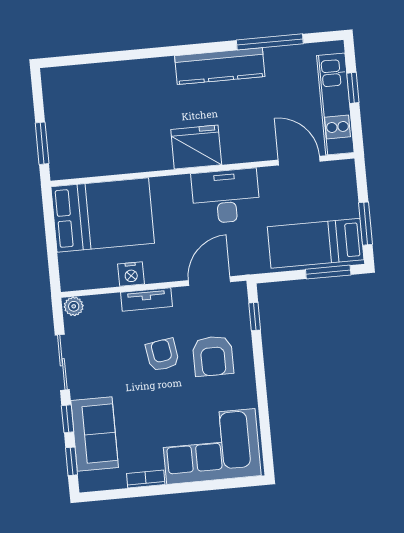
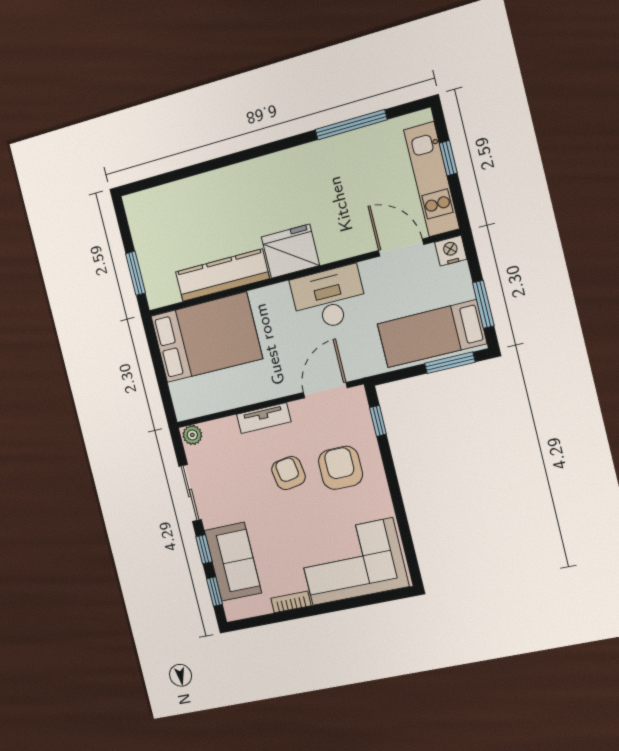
kitchen counter: (220, 66) -> (222, 275), moved, turned 180
nightstand: (131, 274) -> (451, 251), moved, turned 180
armchair: (213, 356) -> (340, 468), turned 180

